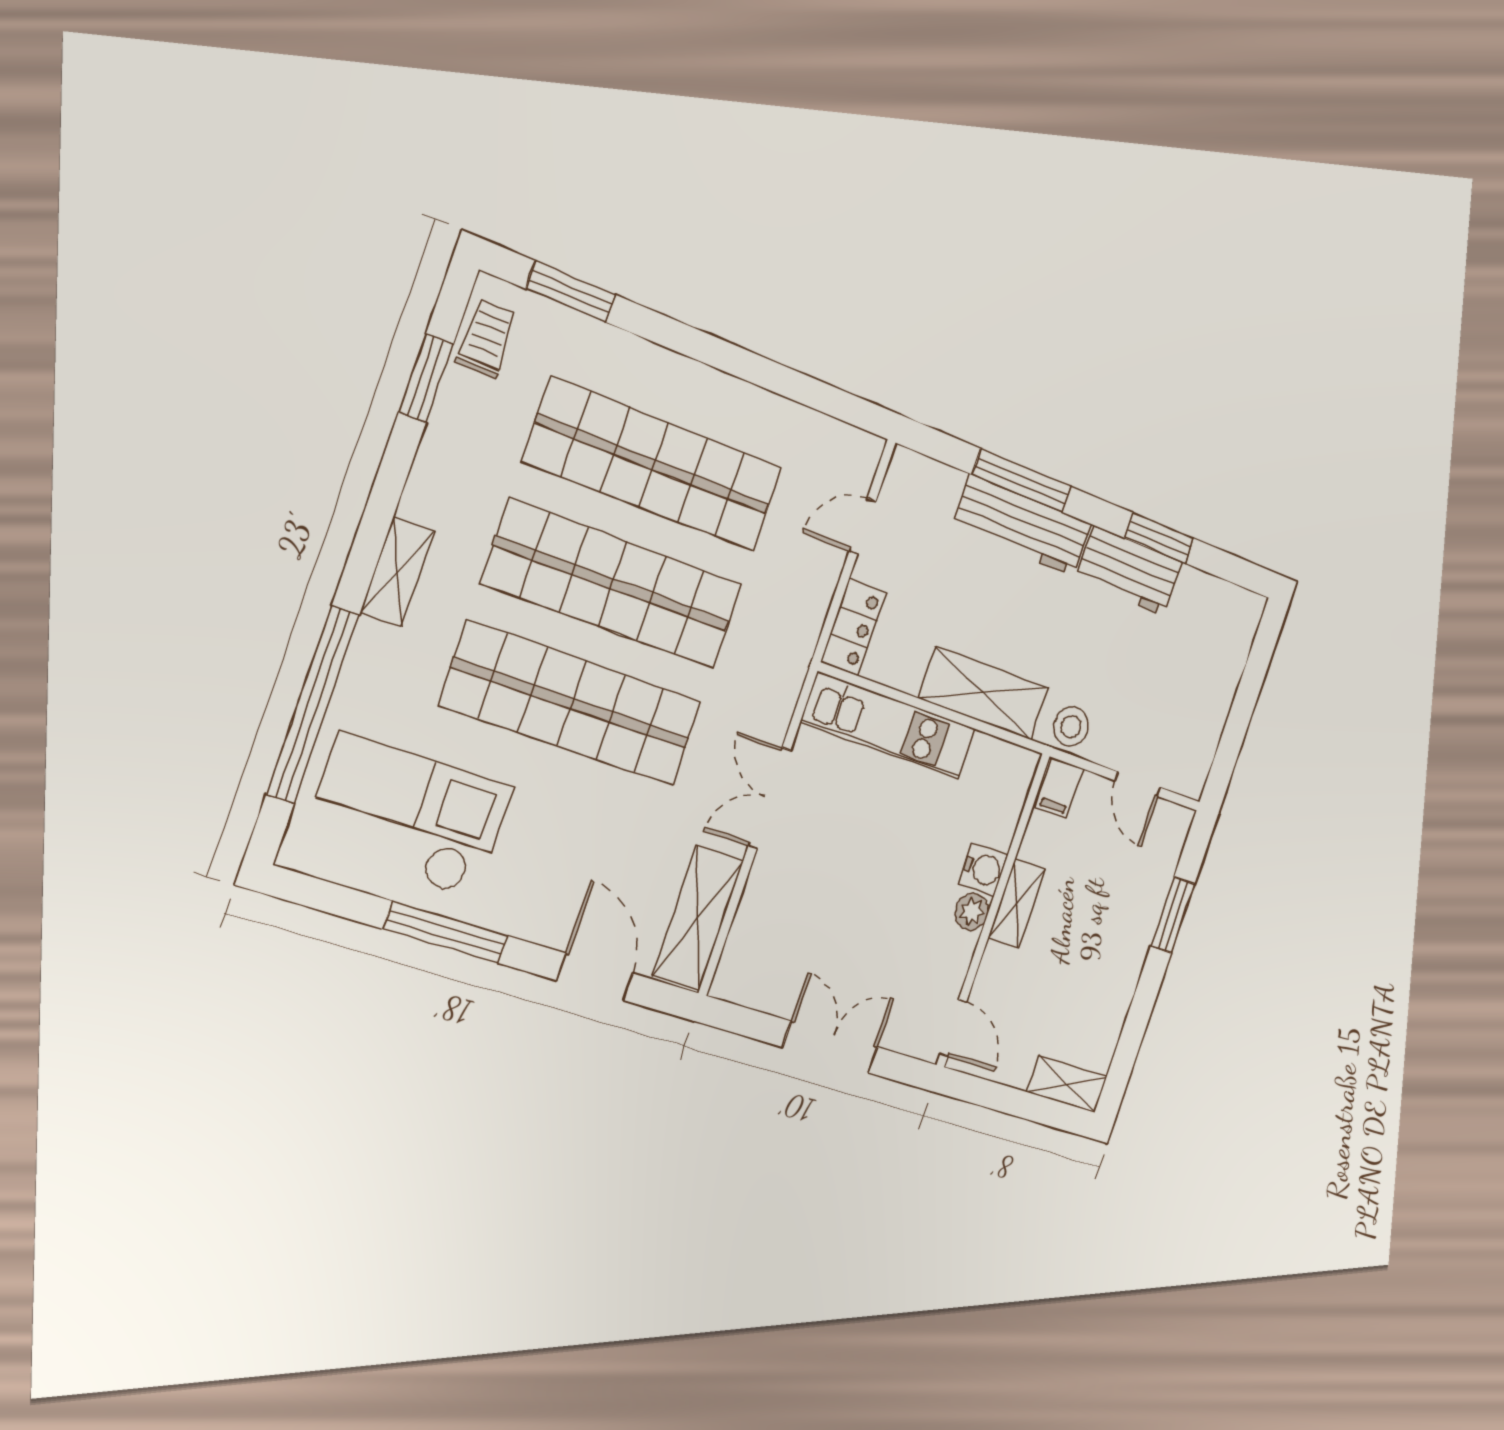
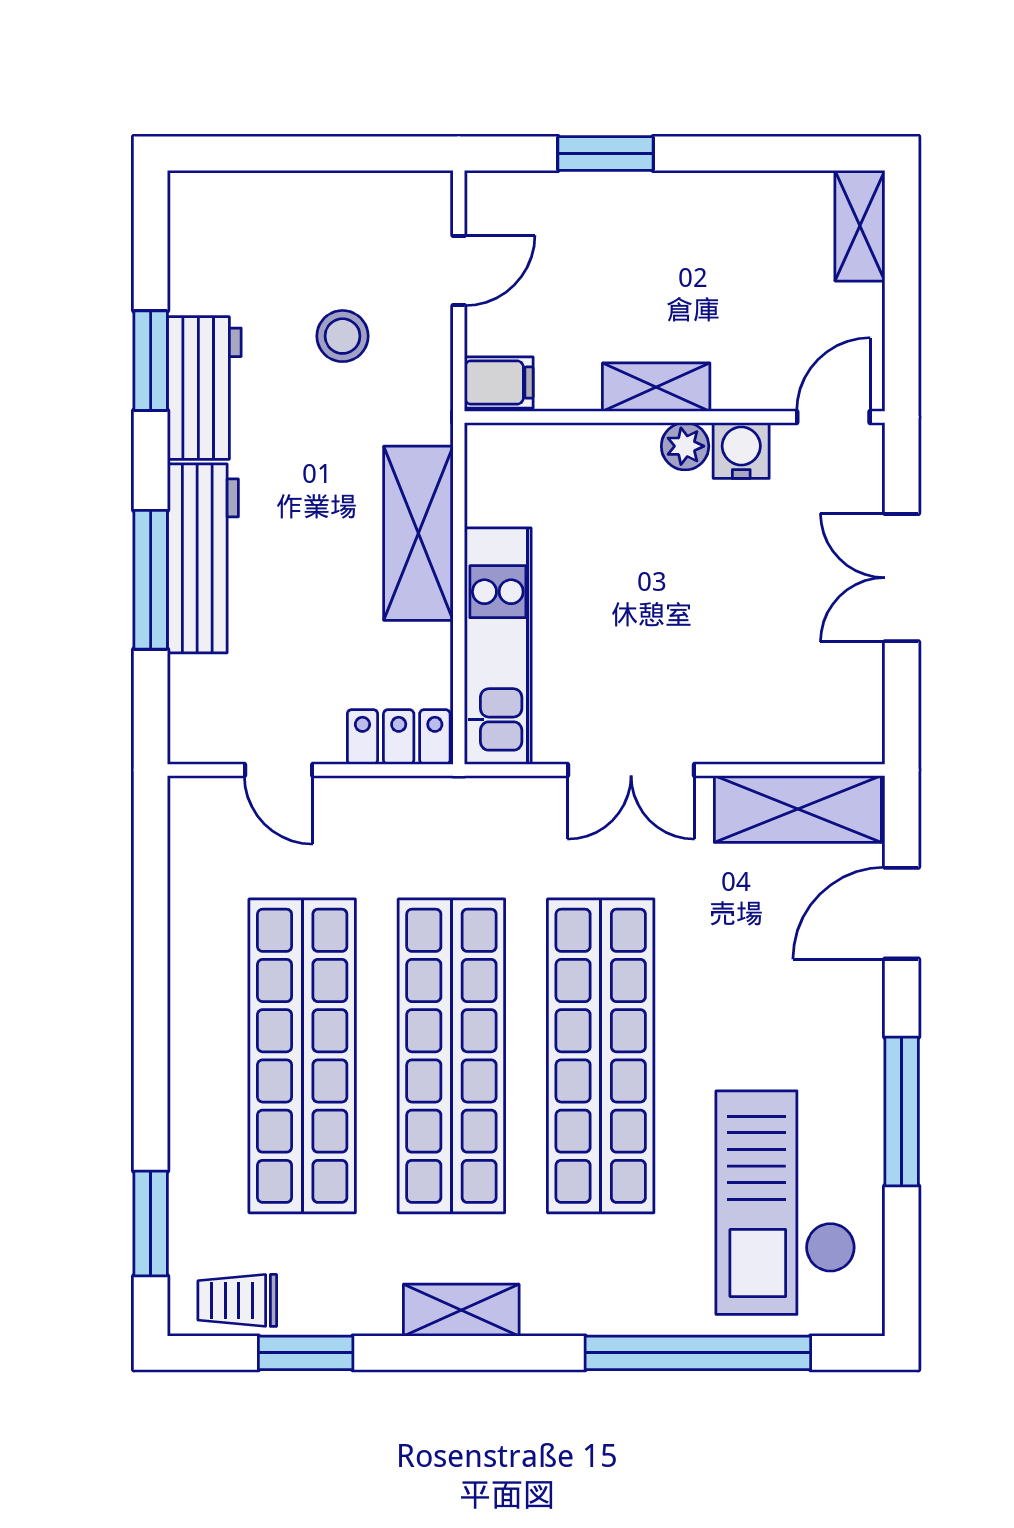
shelving: (397, 572) -> (461, 1310), moved
stool: (1071, 727) -> (343, 336), moved
water cooler: (983, 869) -> (741, 450), moved

